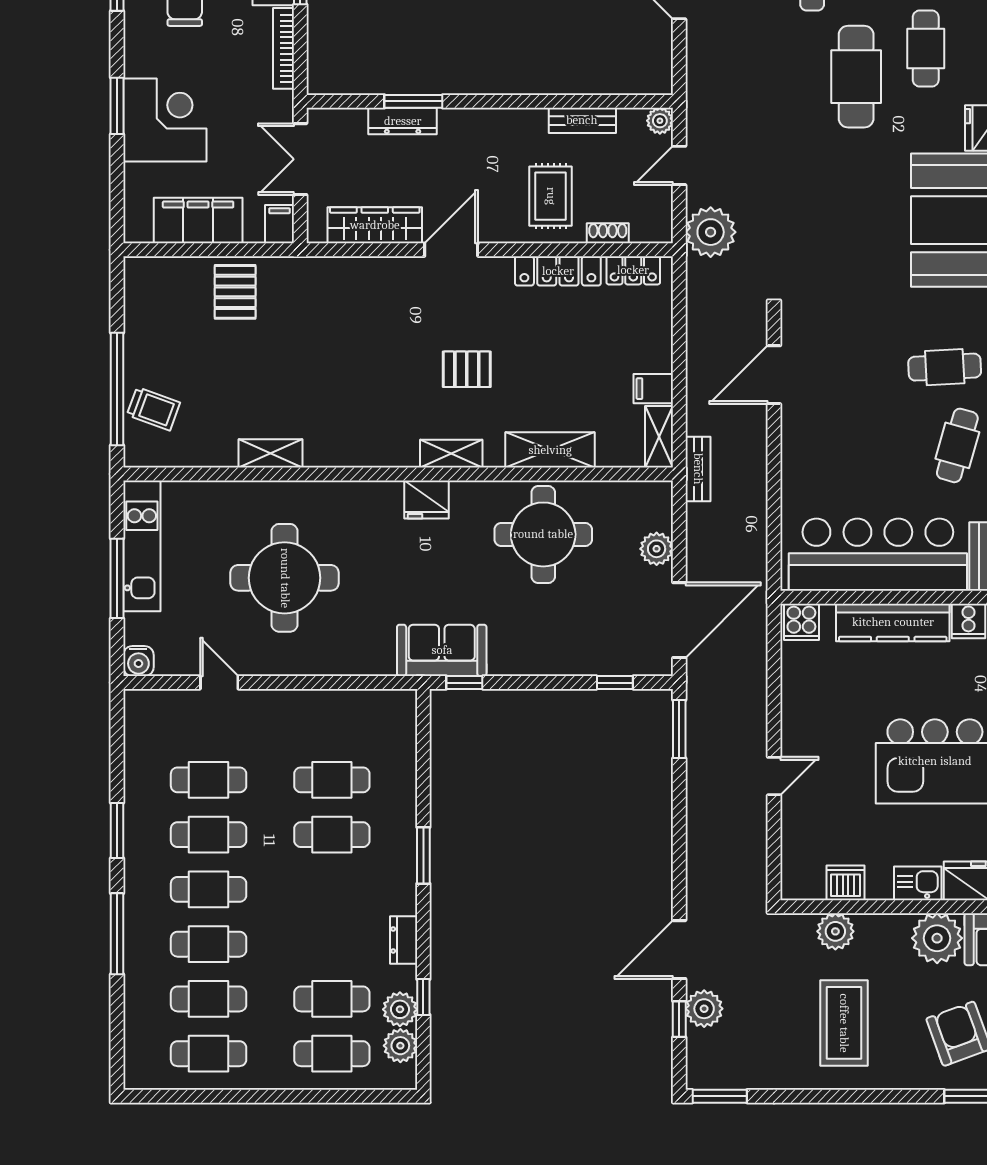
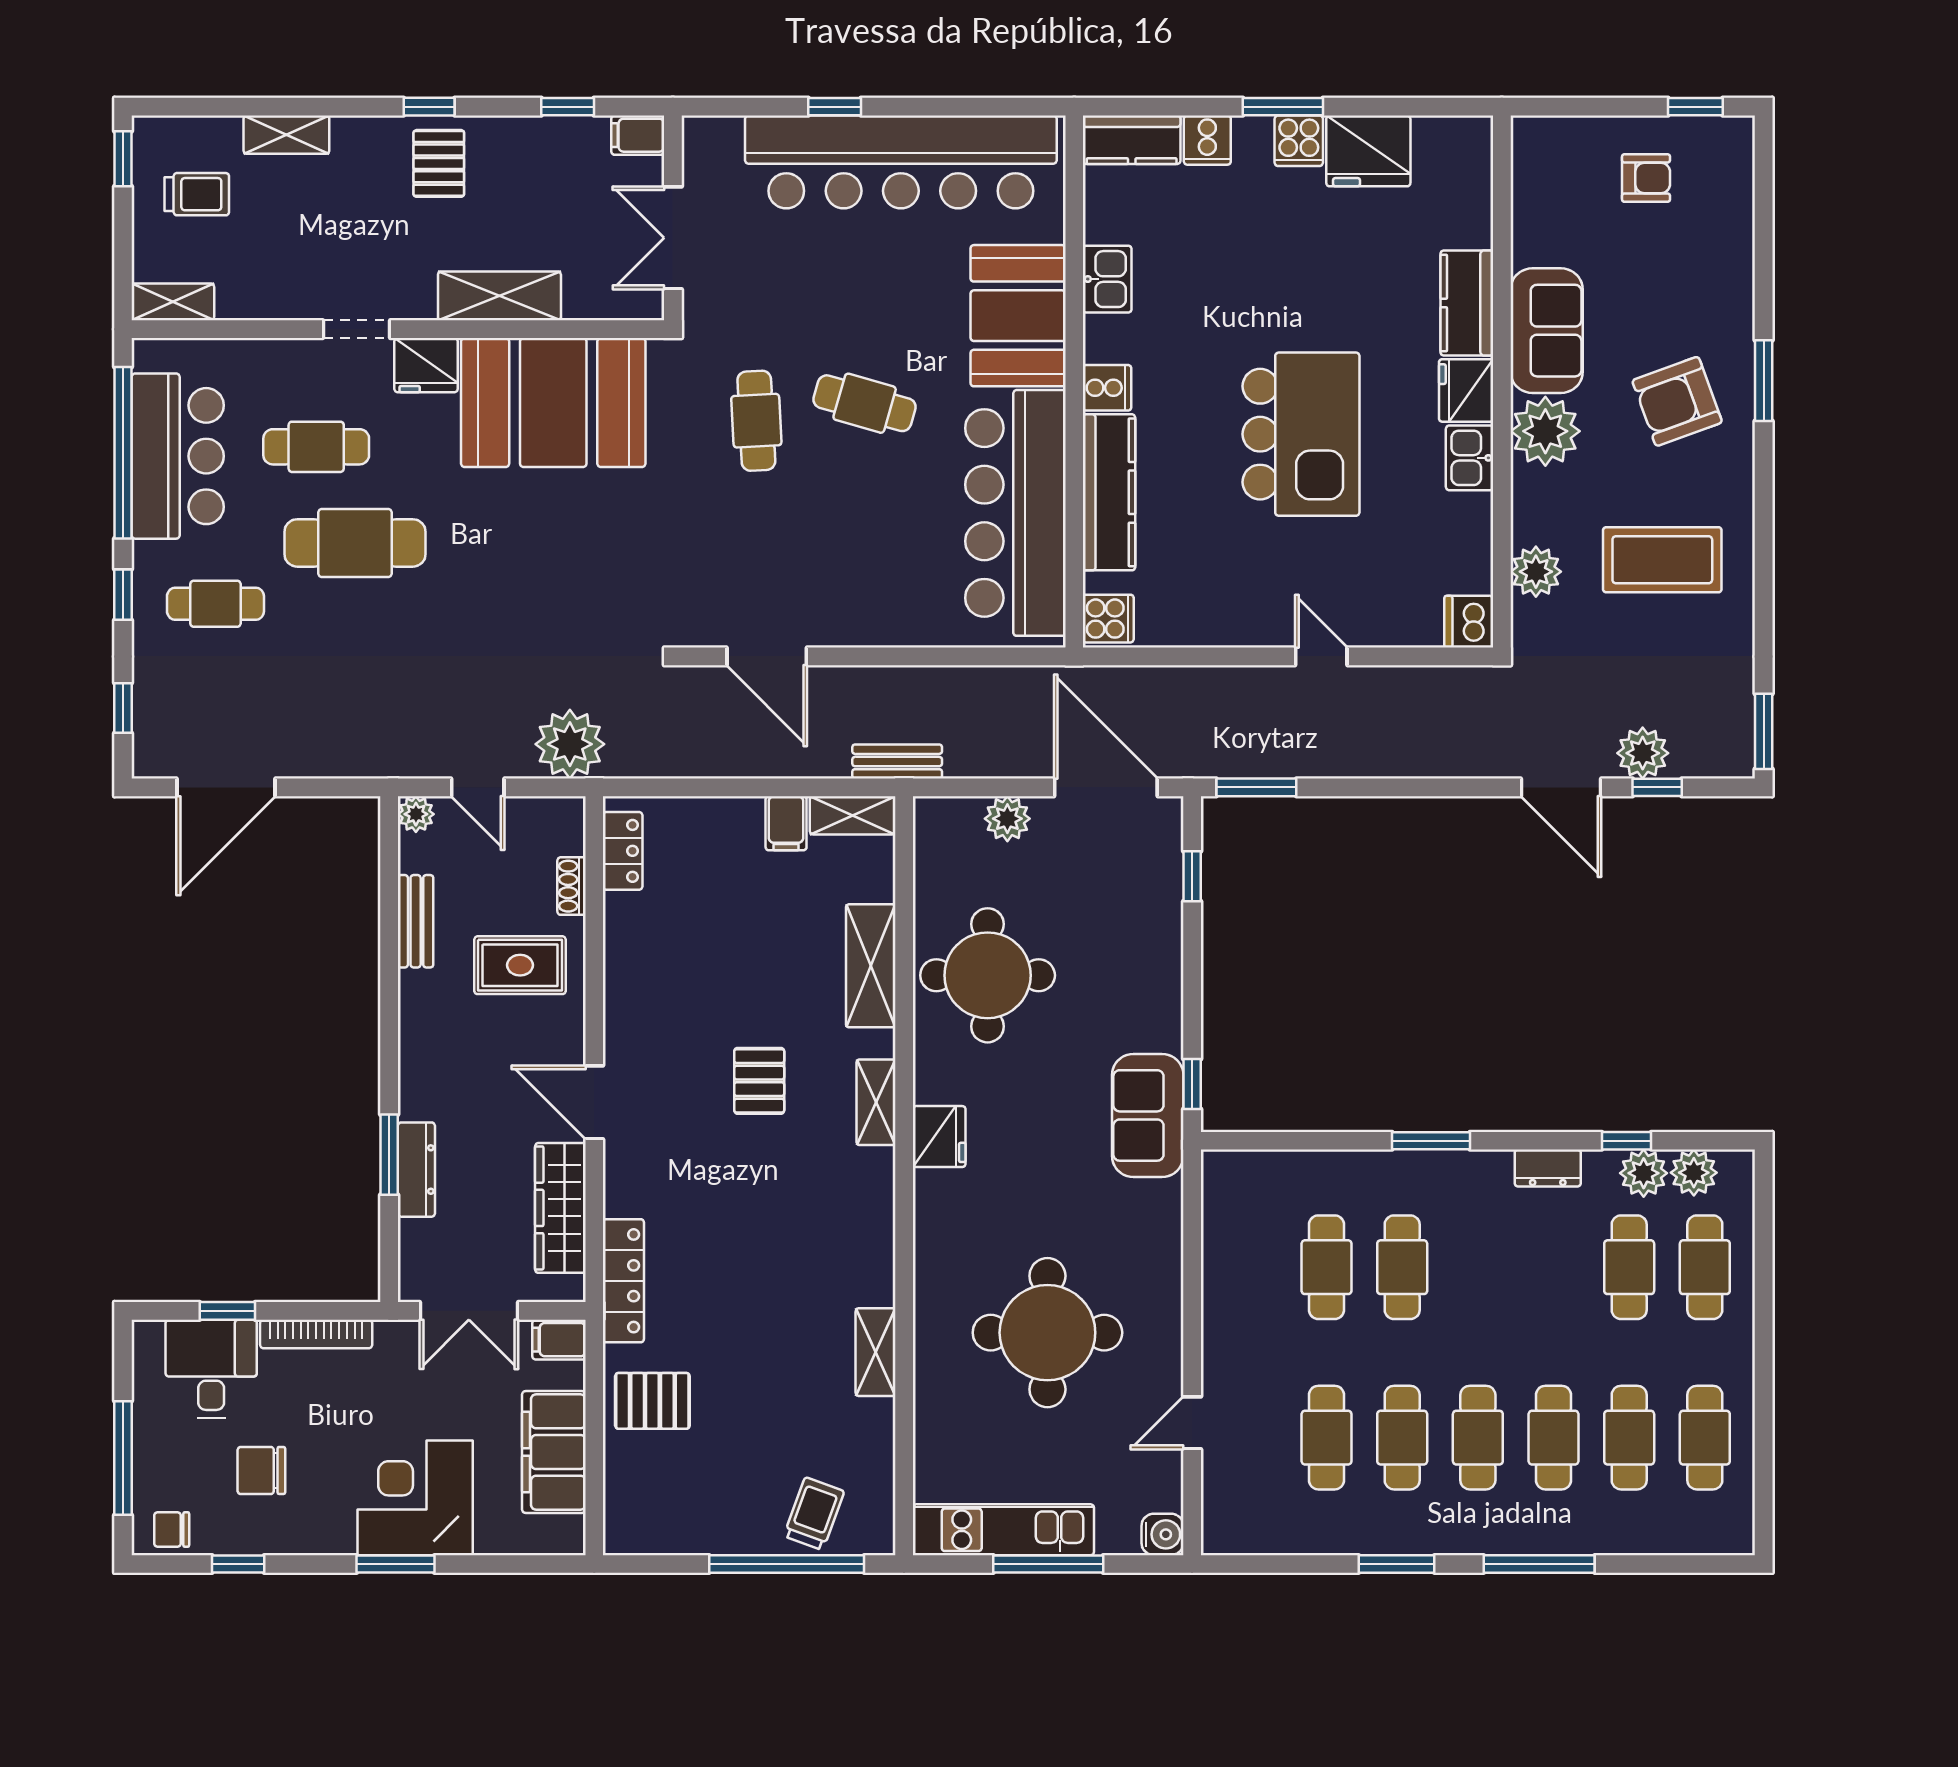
locker: (558, 271) -> (623, 1281), moved
dishwasher: (845, 883) -> (1469, 622), moved

